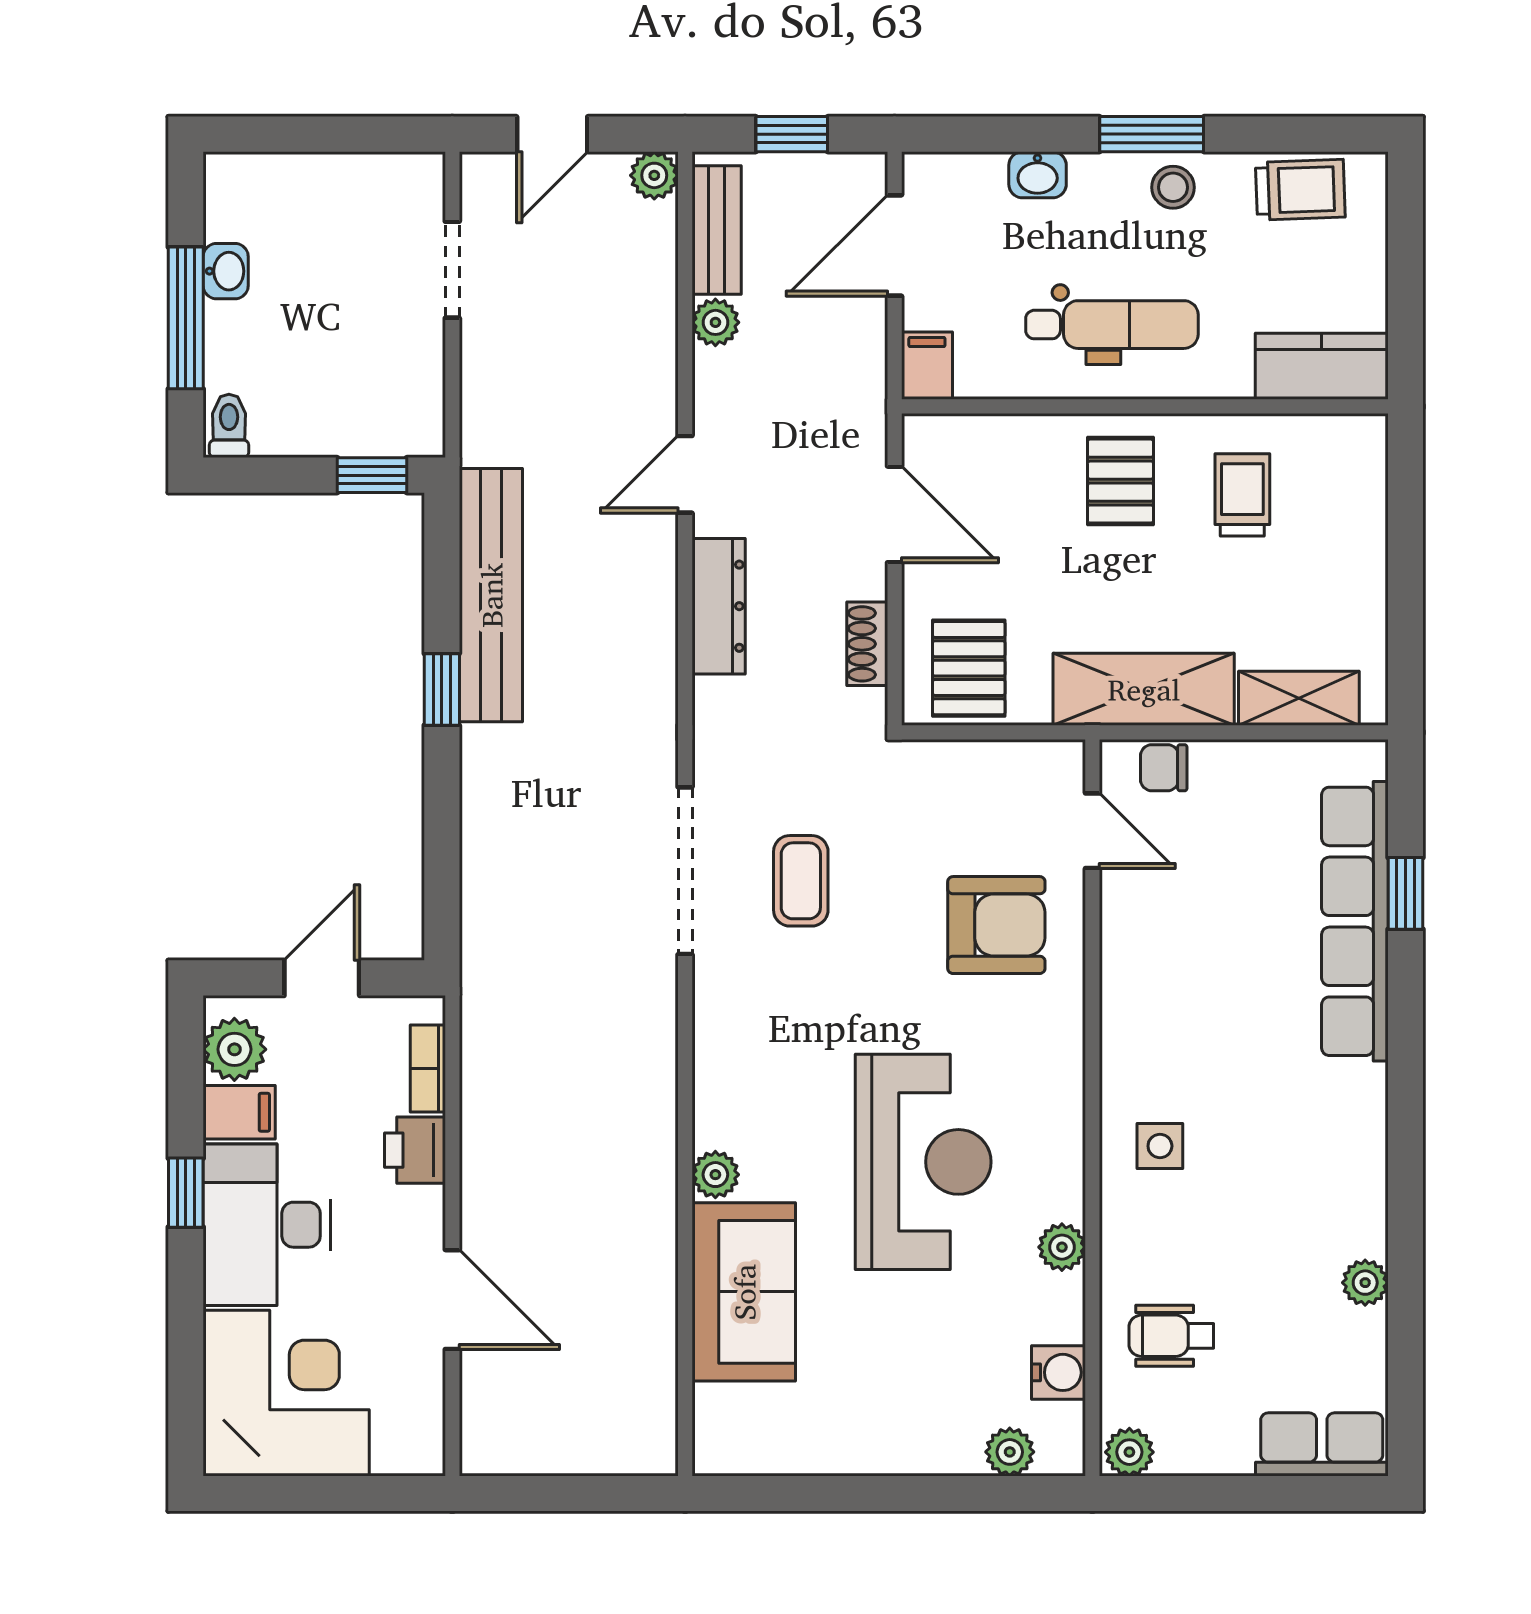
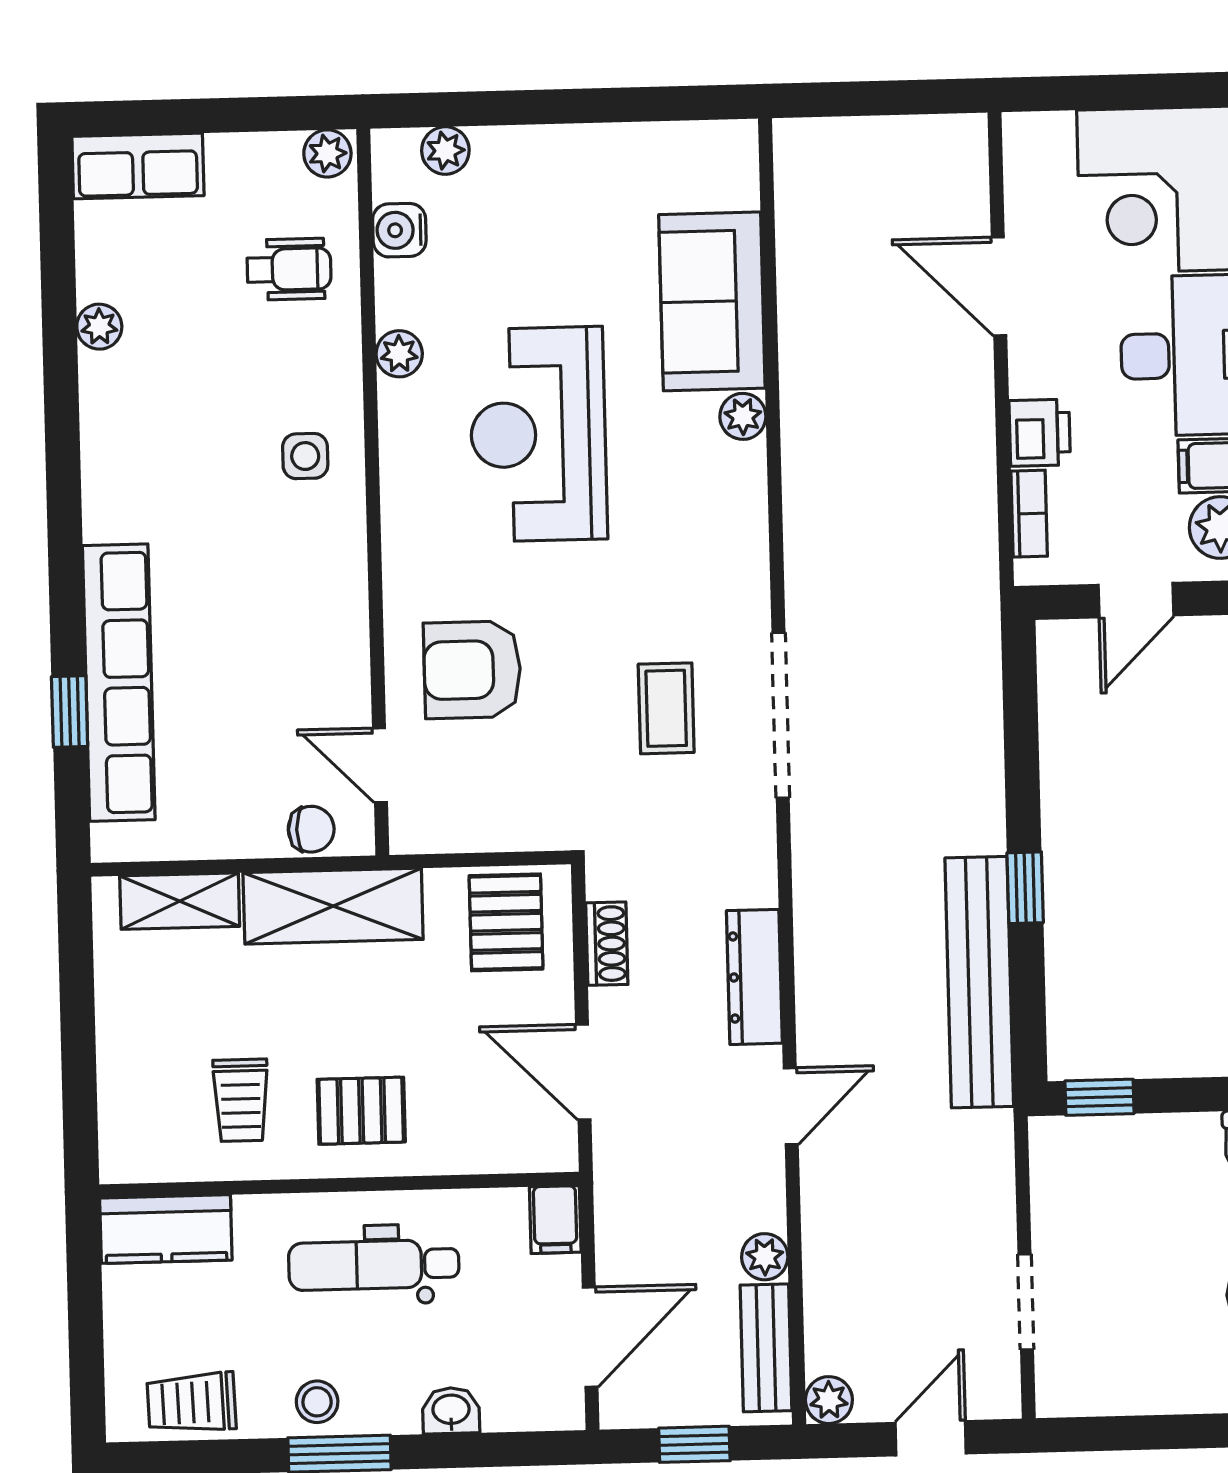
pallet: (1121, 481) -> (361, 1111), turned 90

